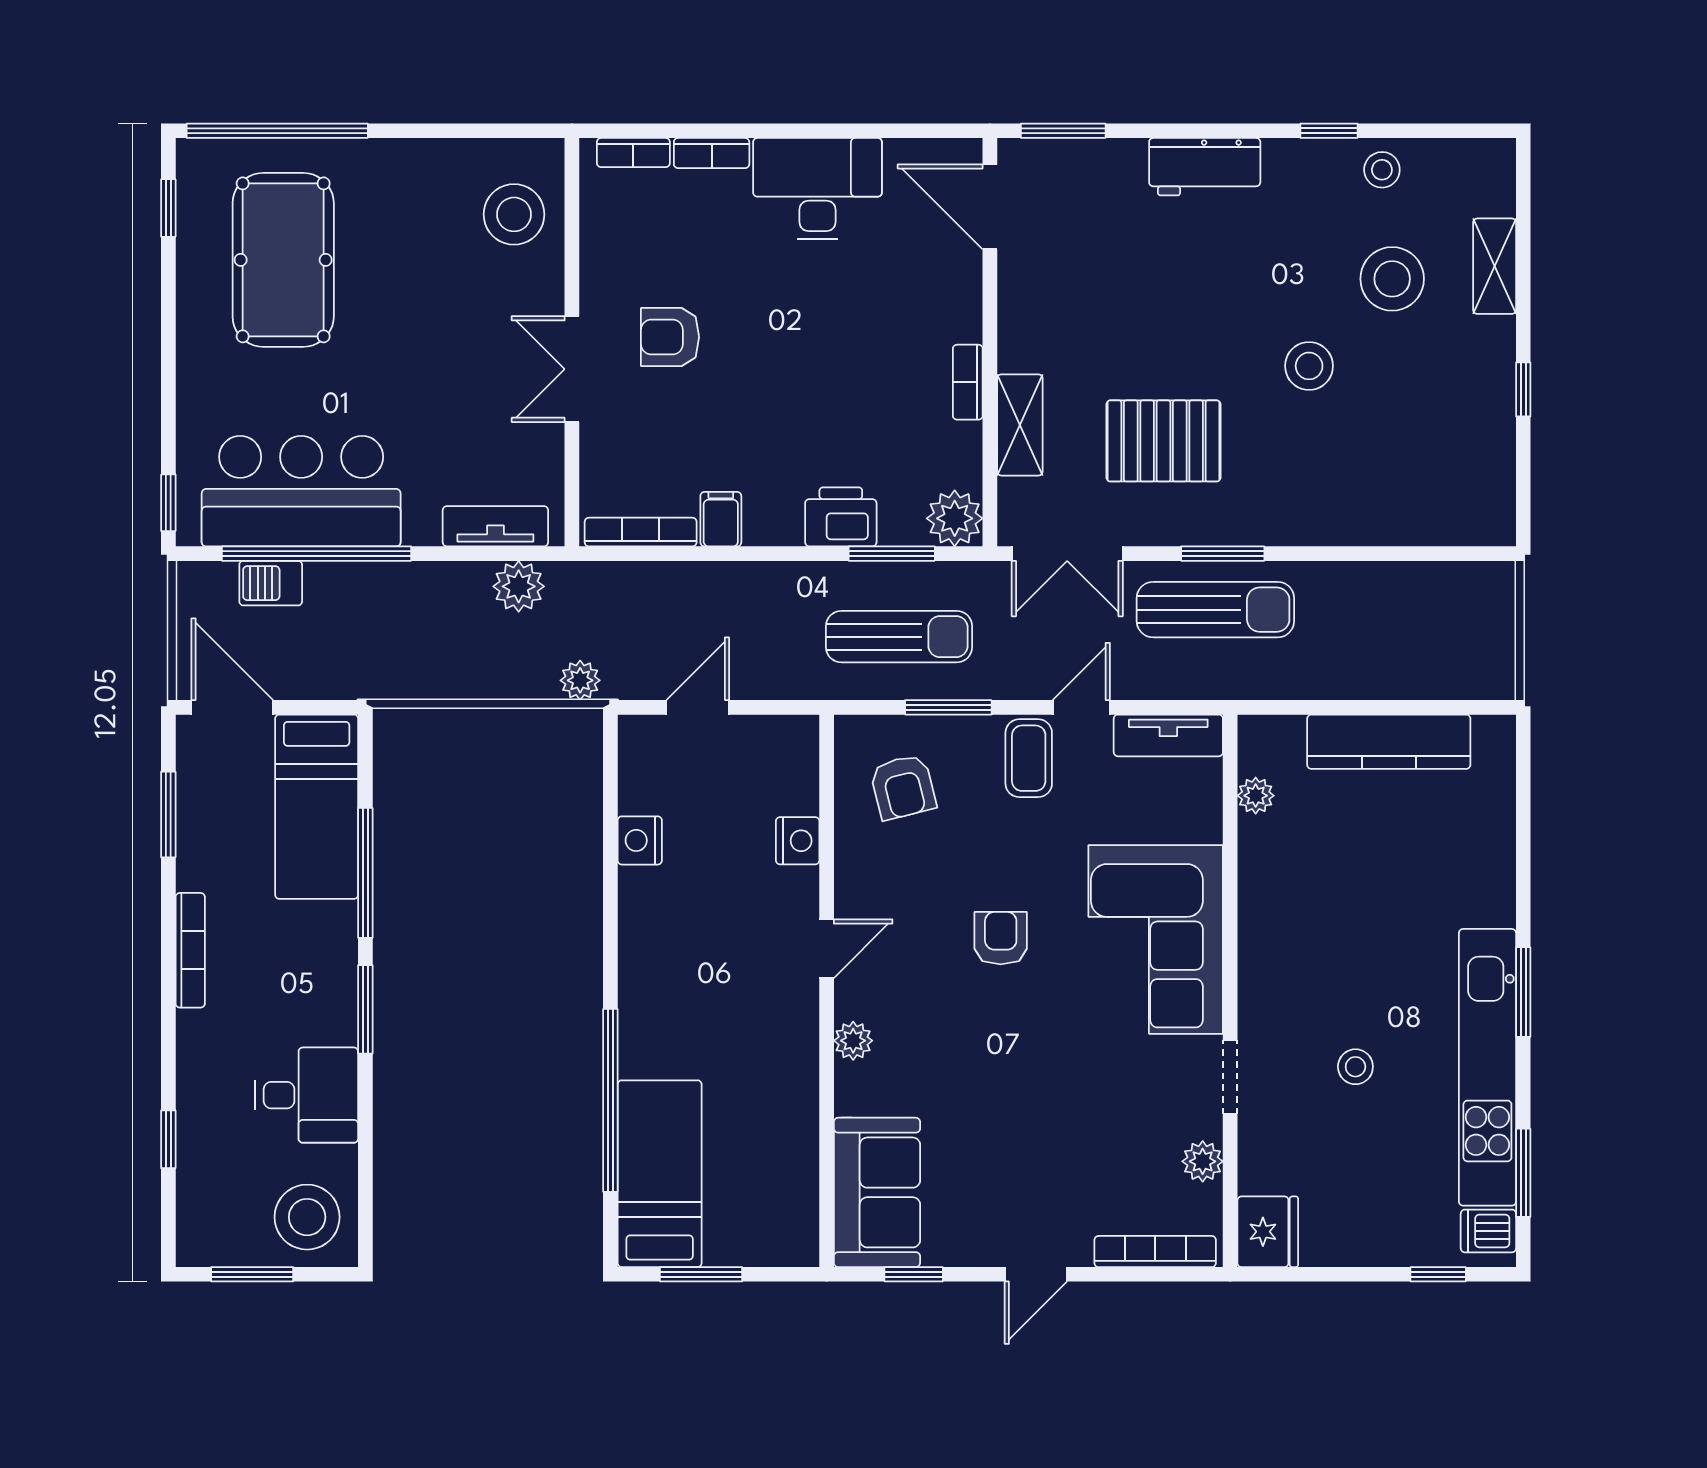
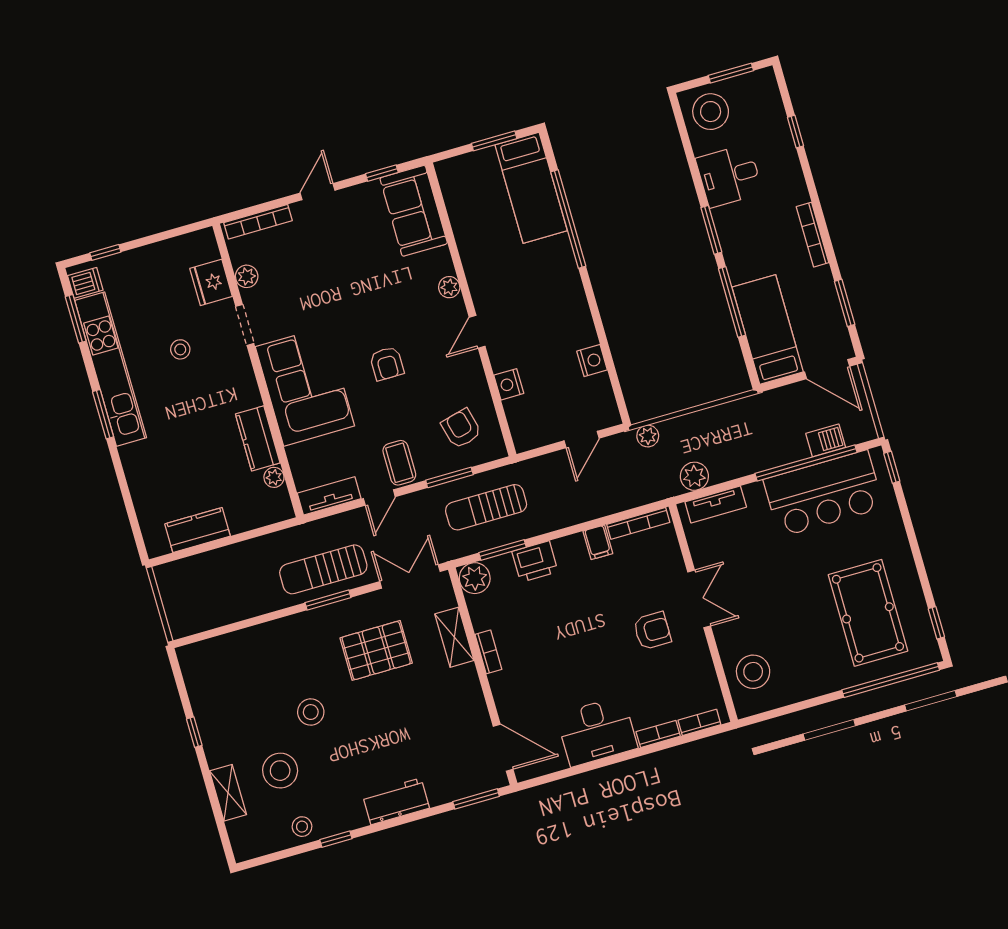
kitchen counter: (1389, 742) -> (197, 530), width x0.67
kitchen counter: (1264, 872) -> (258, 438), added
fridge: (1268, 1232) -> (211, 282), moved

